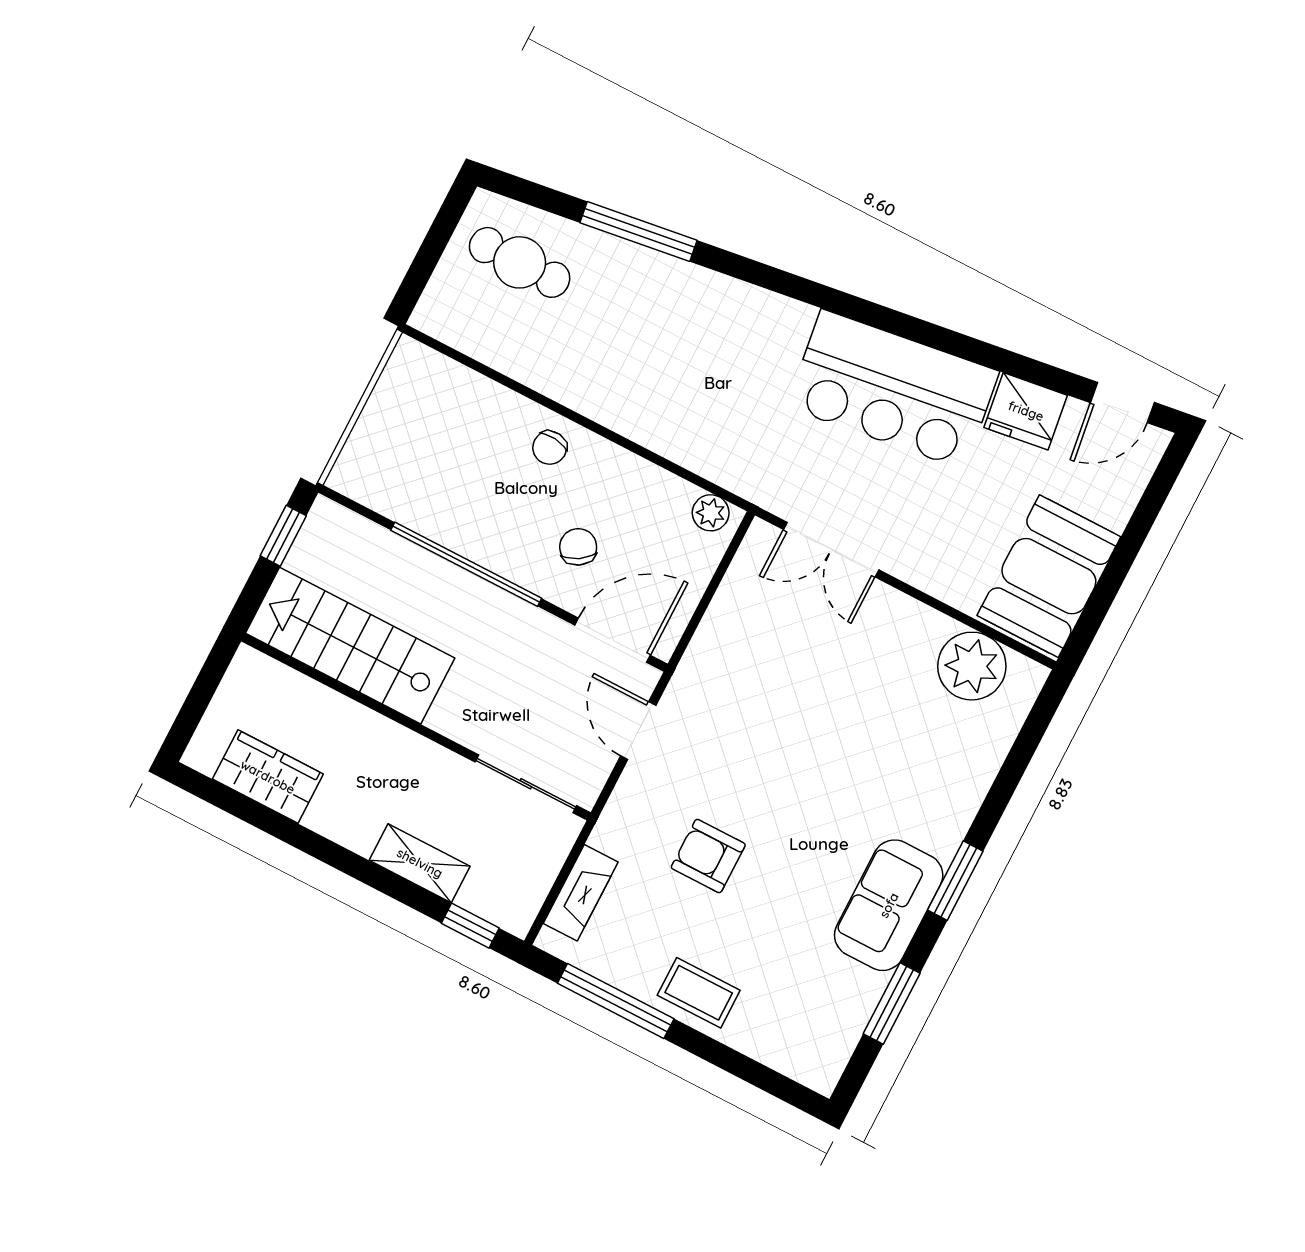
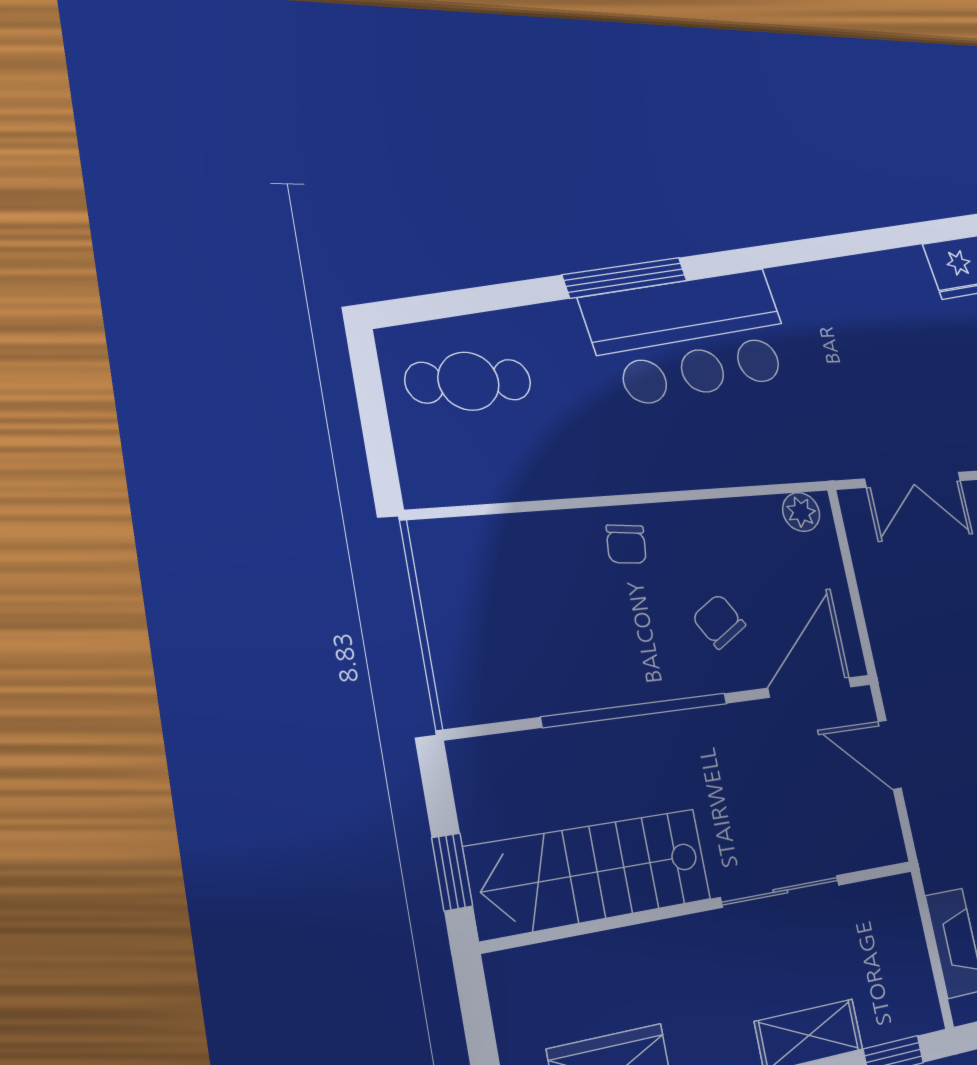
window: (639, 231) -> (625, 278), moved
bar counter: (893, 389) -> (691, 337), moved
window: (283, 536) -> (452, 872), moved
sliding door: (526, 784) -> (780, 891), moved

